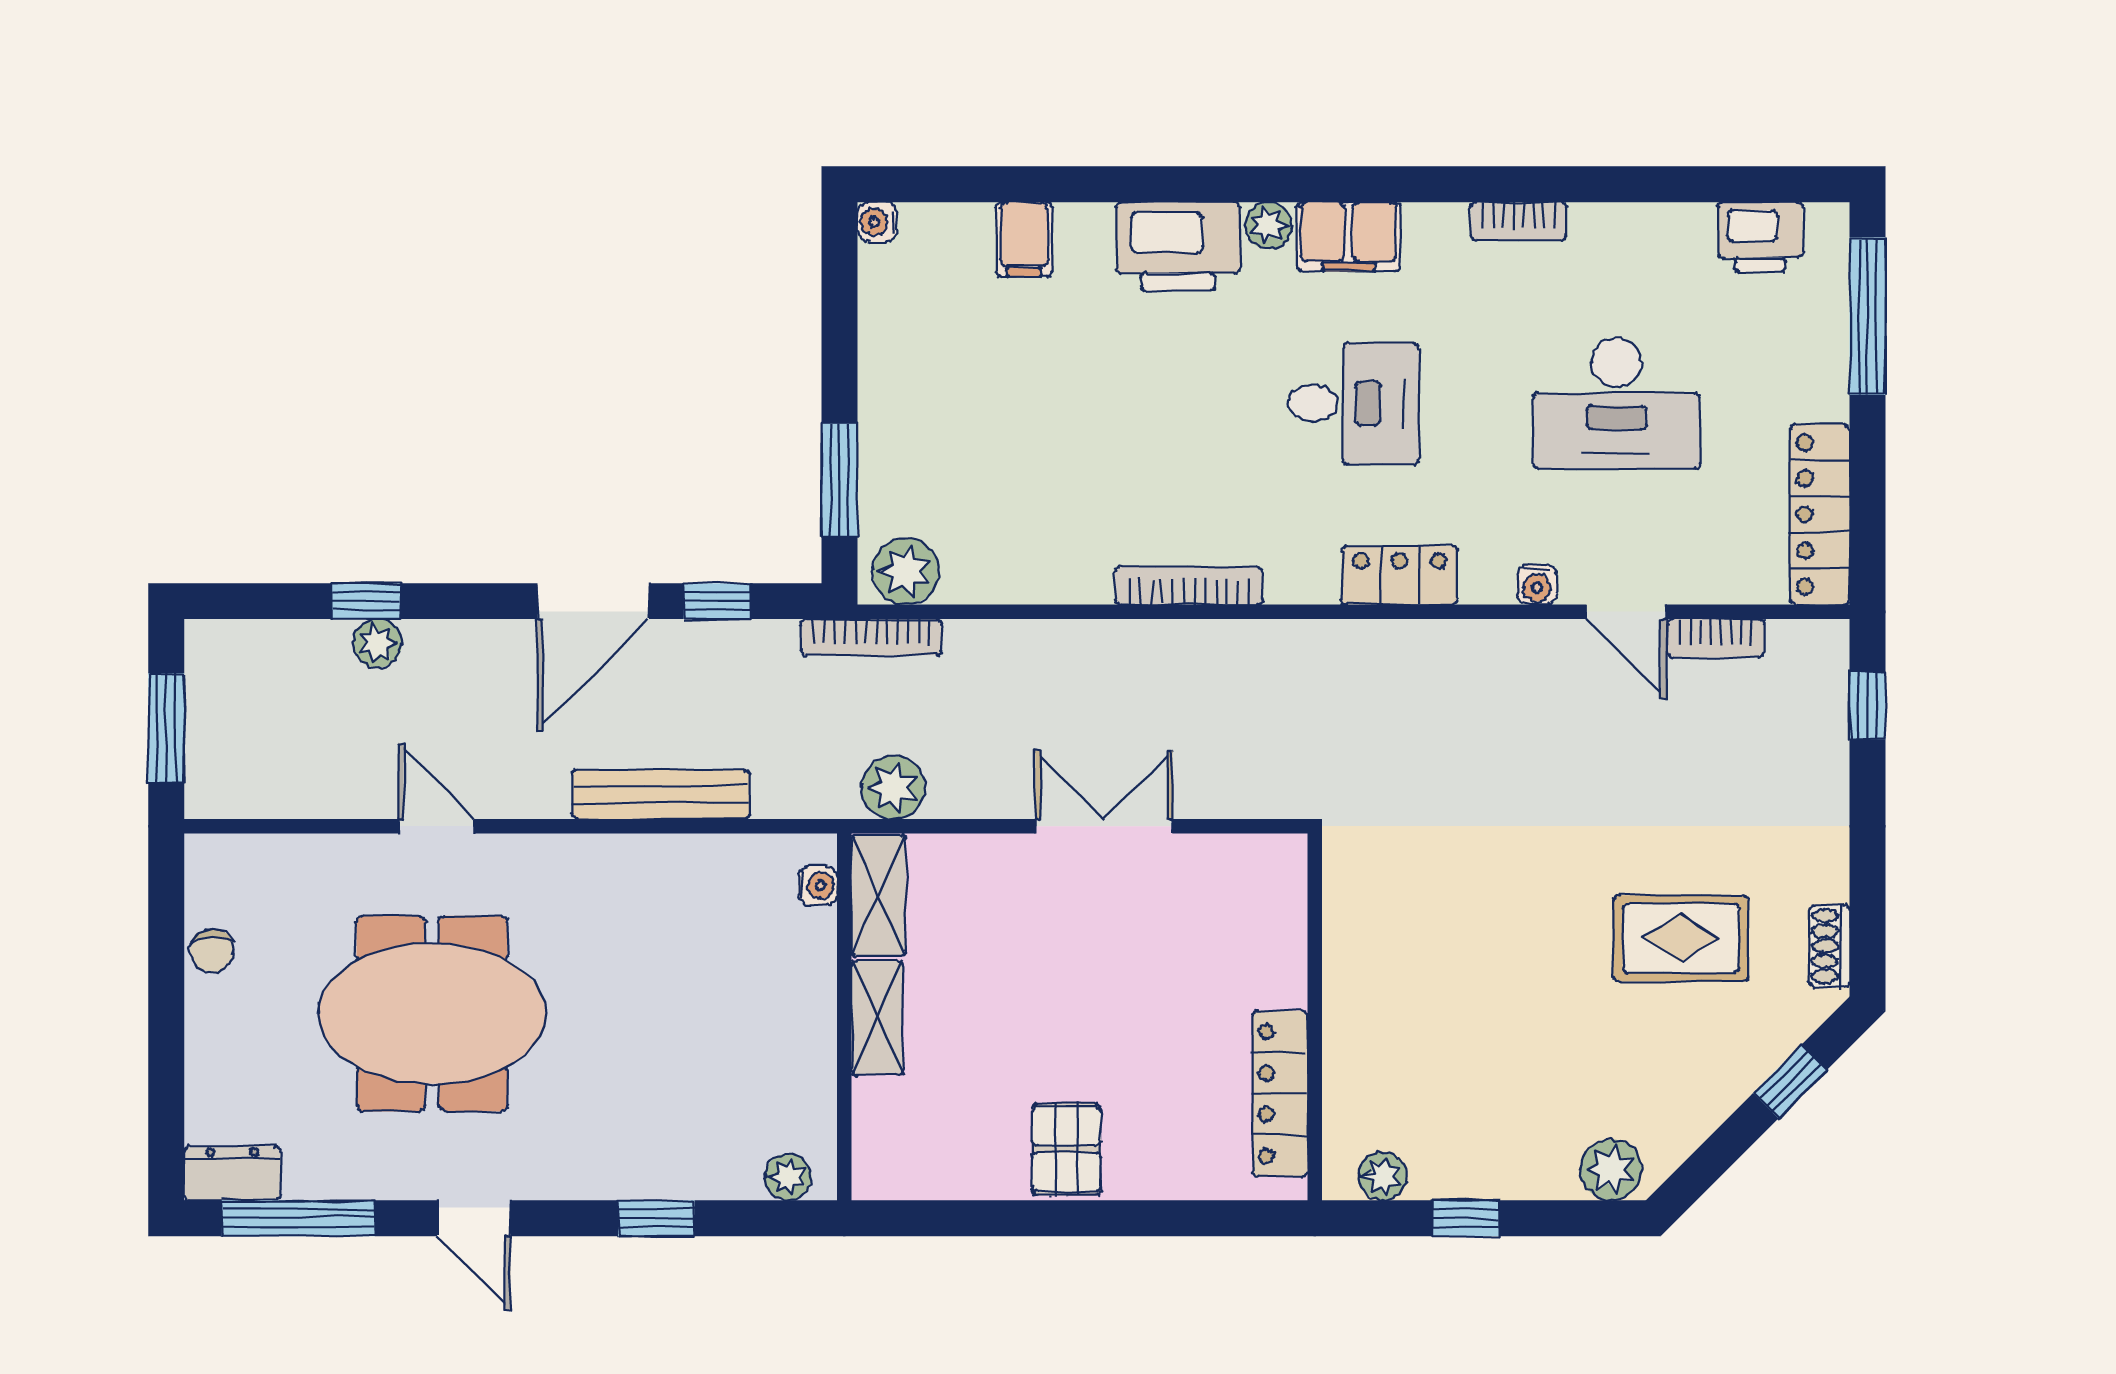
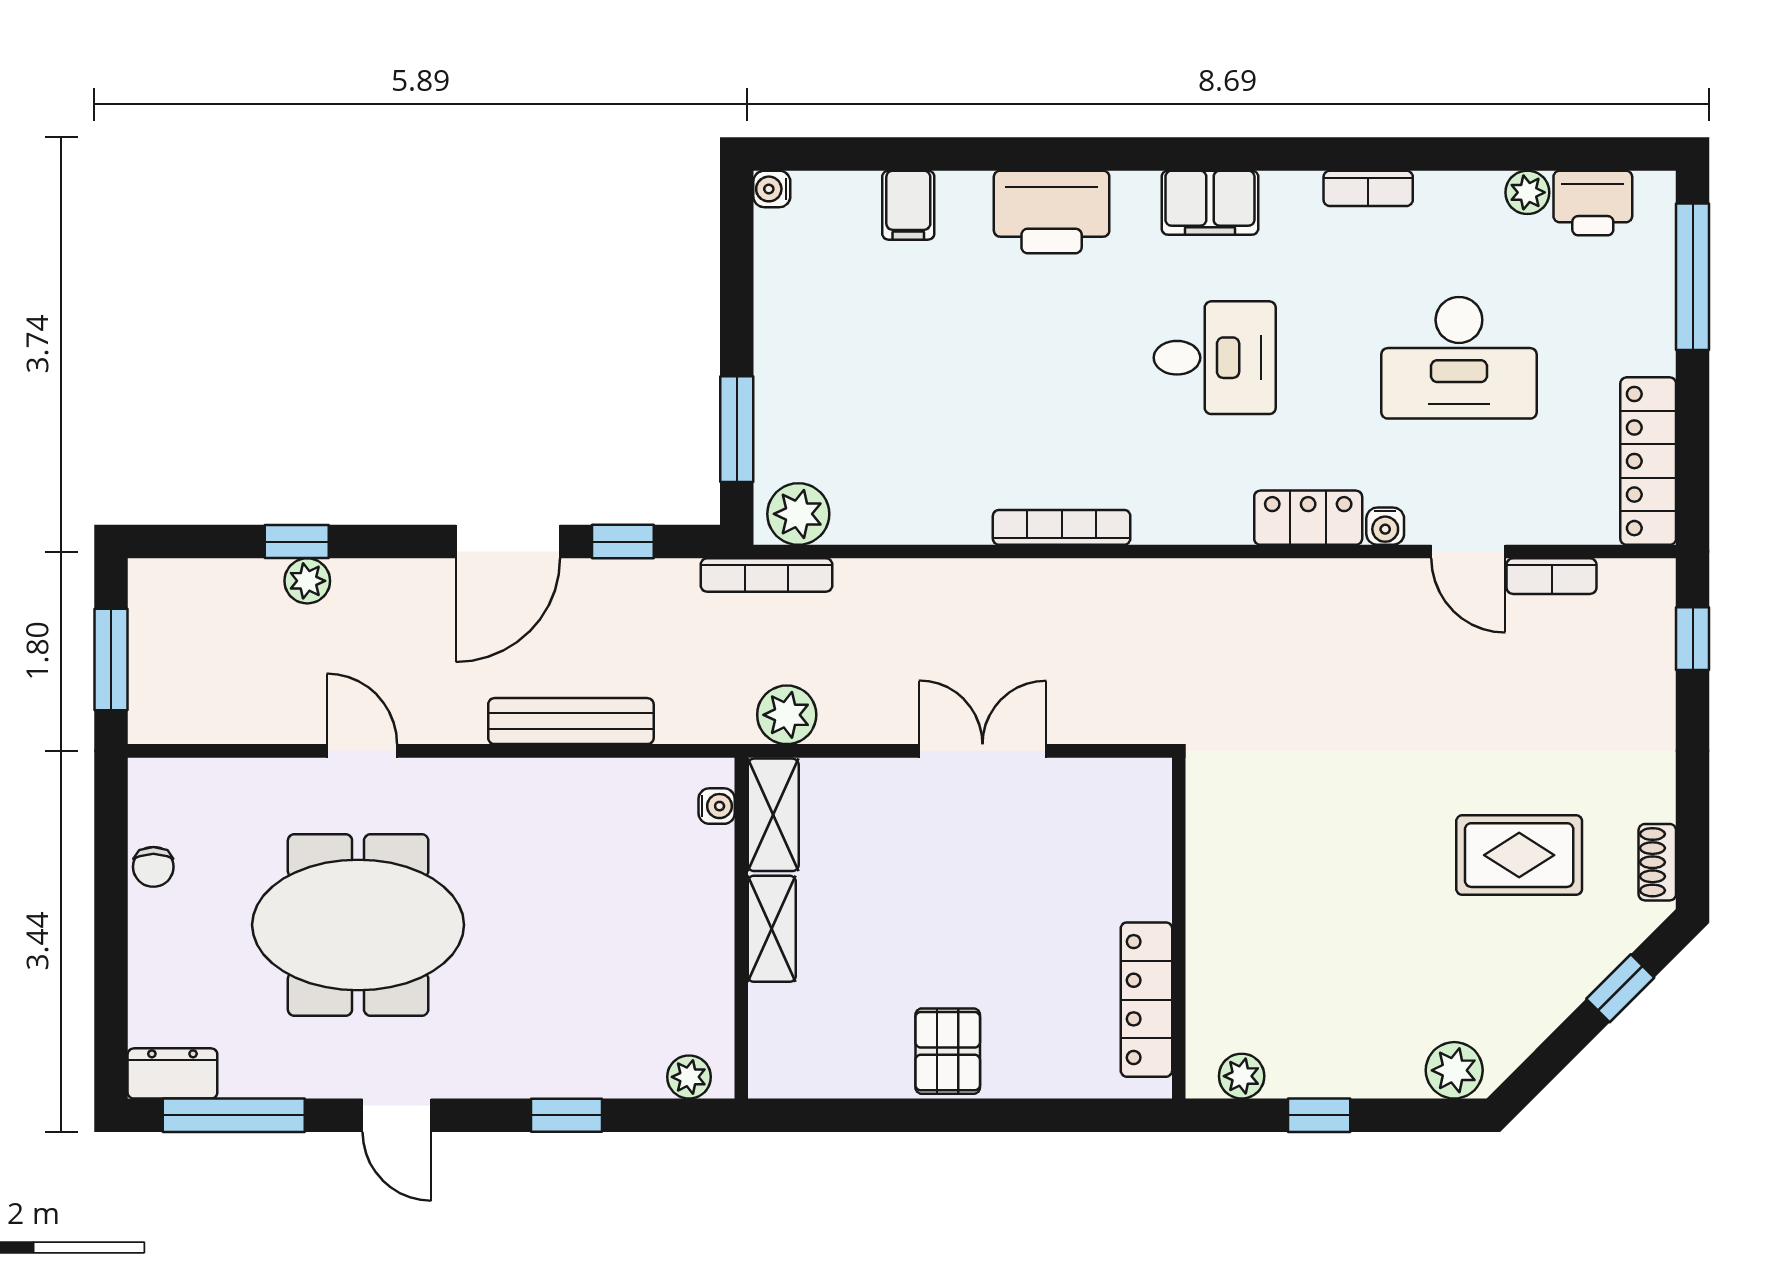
plant: (1268, 226) -> (1527, 192), moved
locker: (1400, 575) -> (1308, 518), moved

